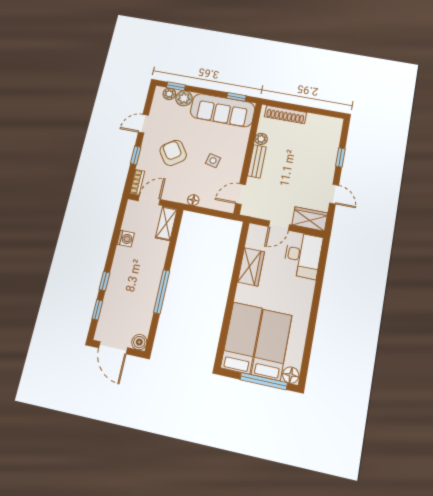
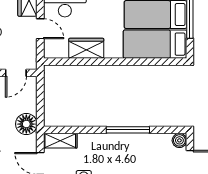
door: (240, 194) -> (16, 73), hinge flipped
floor lamp: (193, 200) -> (26, 124), width x1.89, depth x1.89

